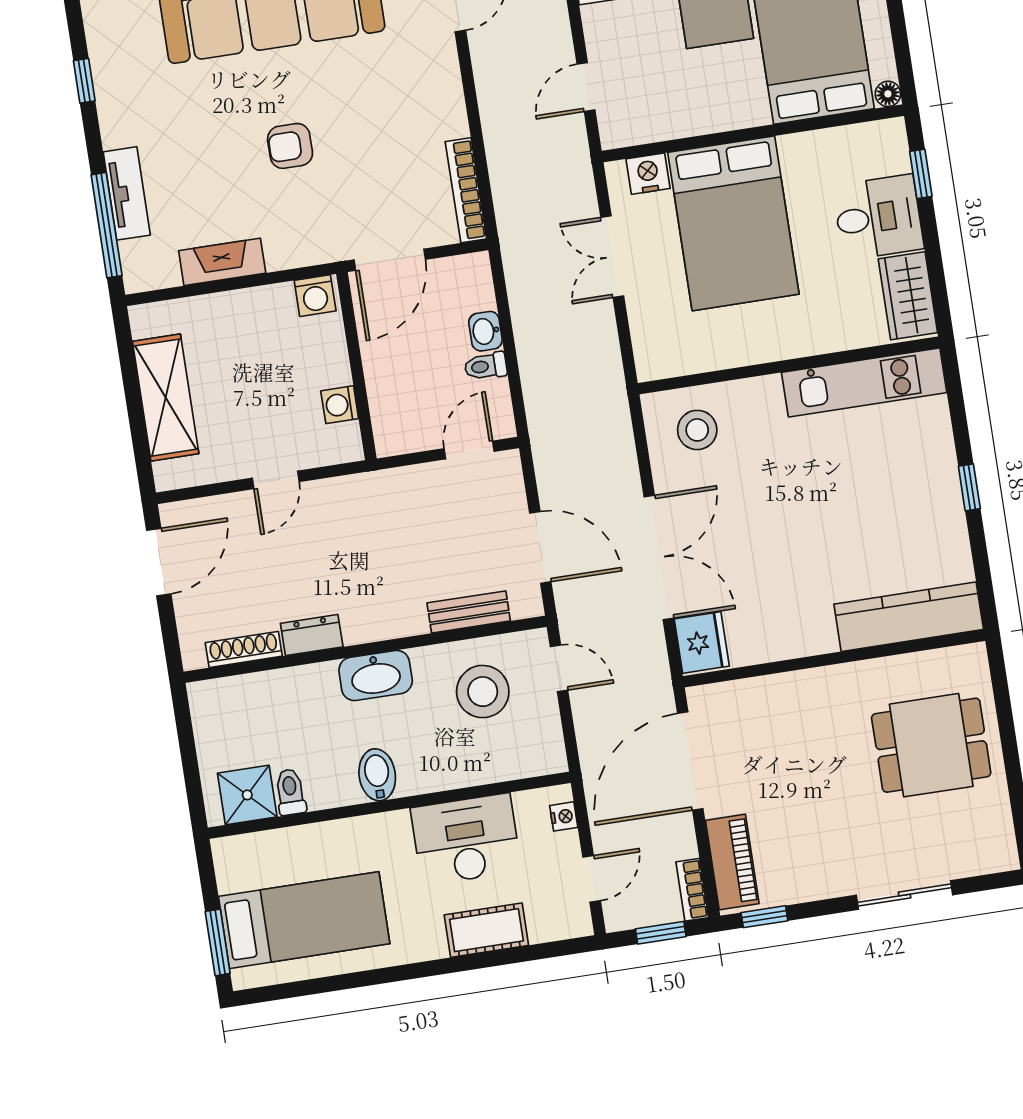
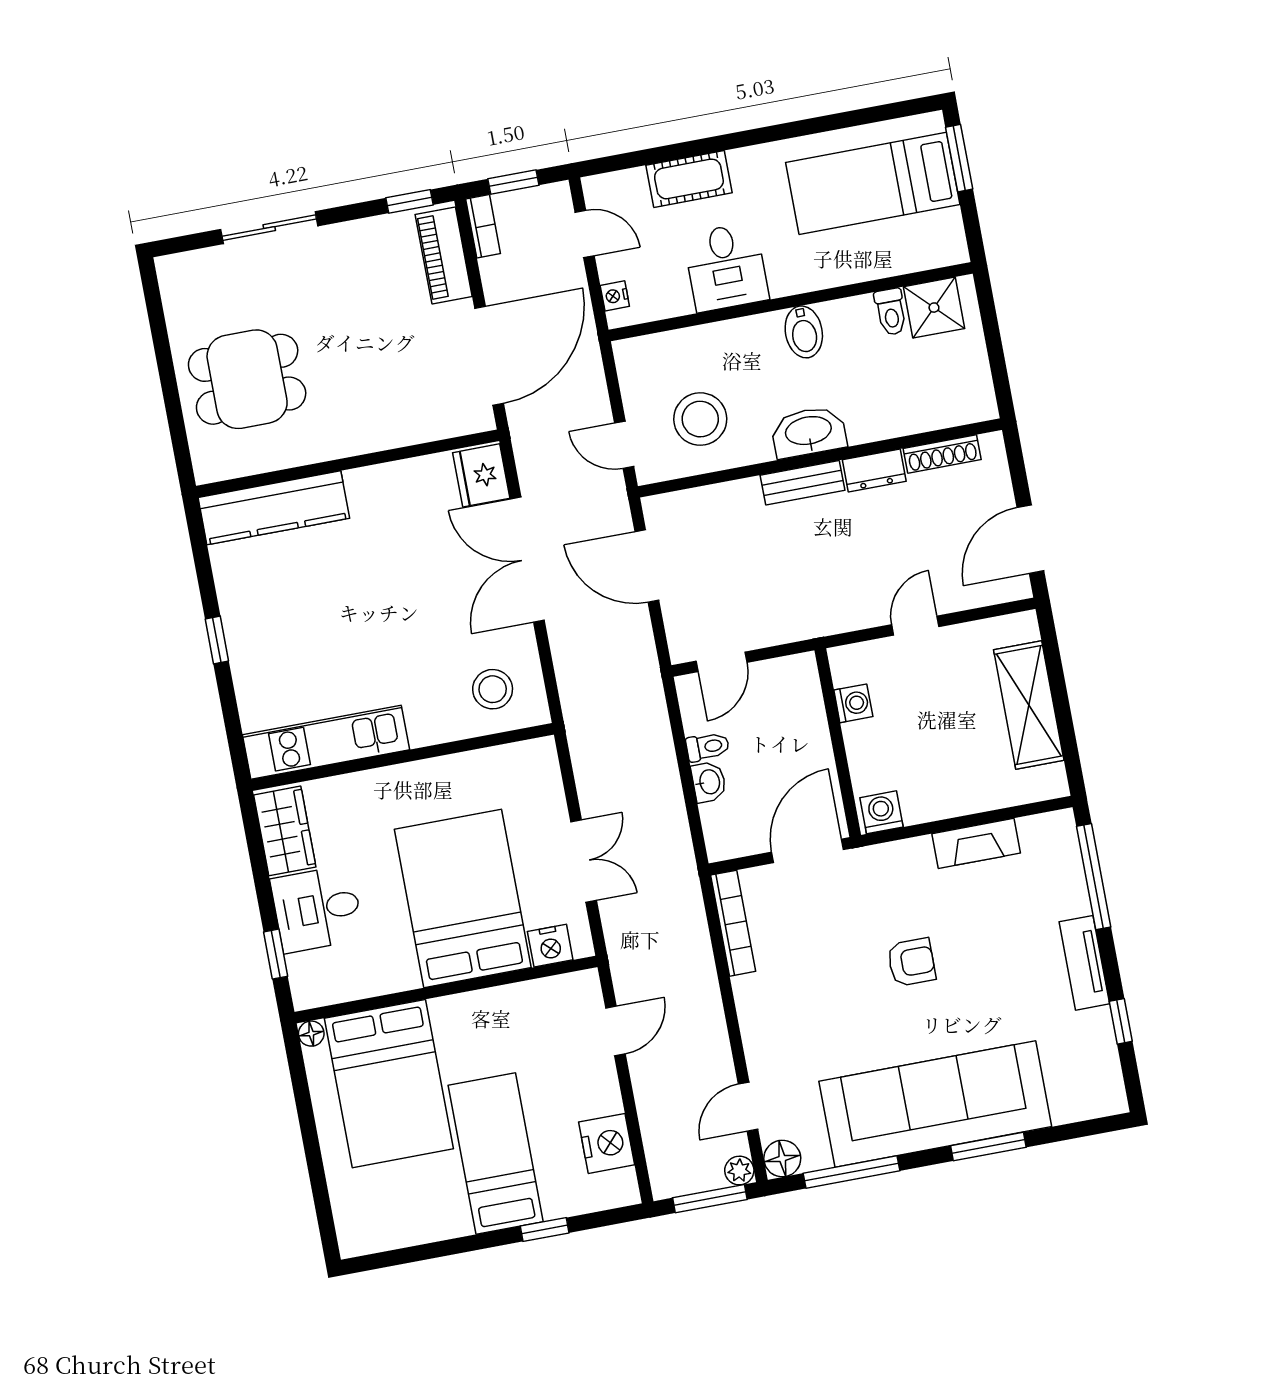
tv unit: (127, 193) -> (1084, 963), moved
bench: (469, 612) -> (803, 483), moved
desk: (466, 839) -> (726, 267), width x0.73
door: (592, 879) -> (585, 234), swing flipped

